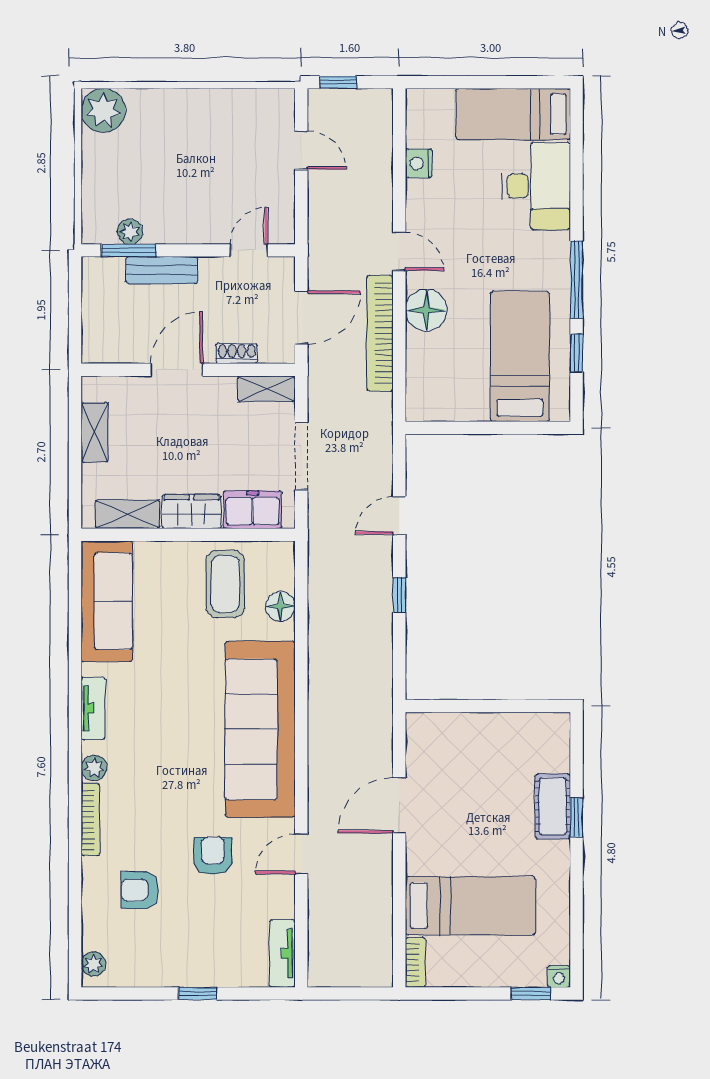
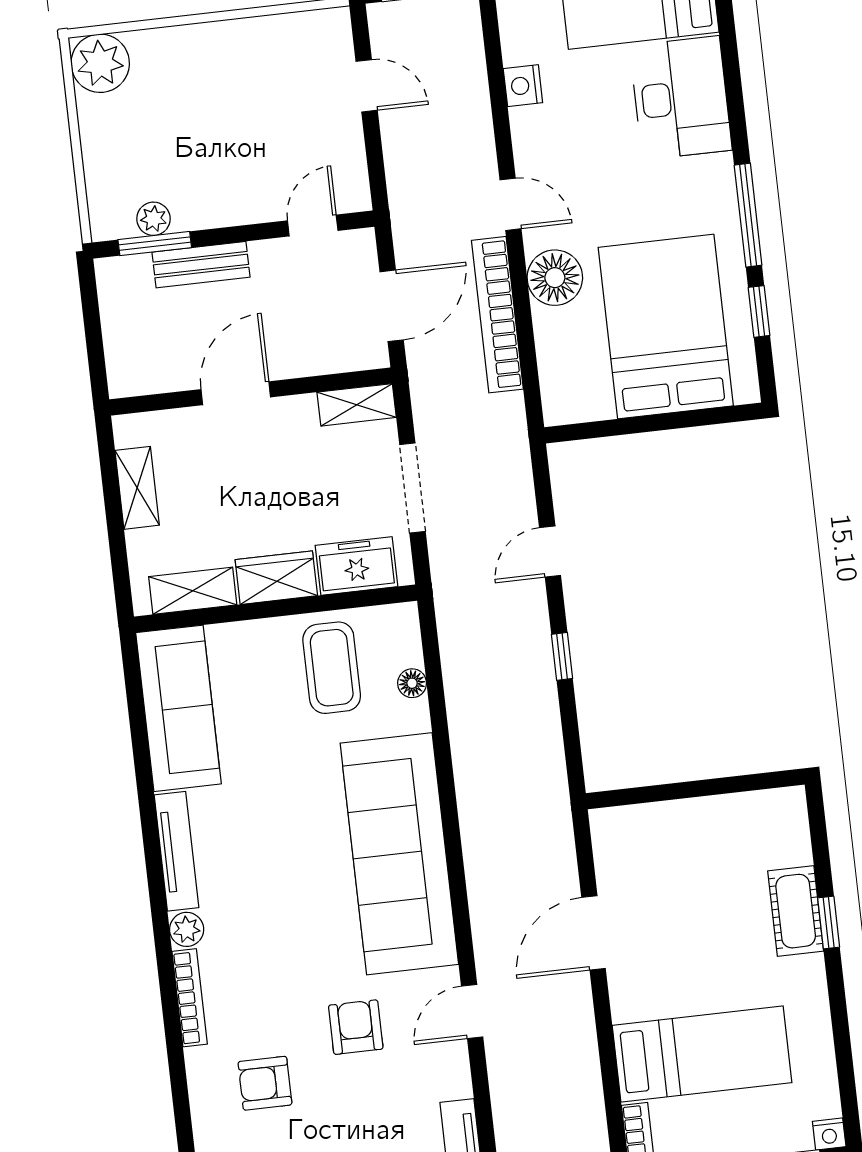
shoe rack: (237, 353) -> (312, 363), removed
bed: (520, 356) -> (666, 327), width x1.50
floor lamp: (280, 606) -> (412, 683), width x0.73, depth x0.73
tv unit: (93, 708) -> (177, 851), width x1.41

